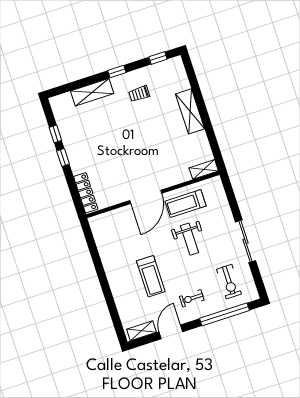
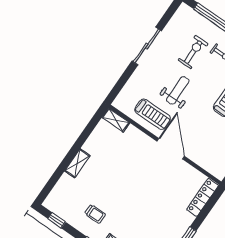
shelving: (190, 111) -> (77, 163), width x0.67, depth x0.75
door: (146, 197) -> (171, 149), hinge flipped
exercise bike: (229, 282) -> (193, 52), moved

